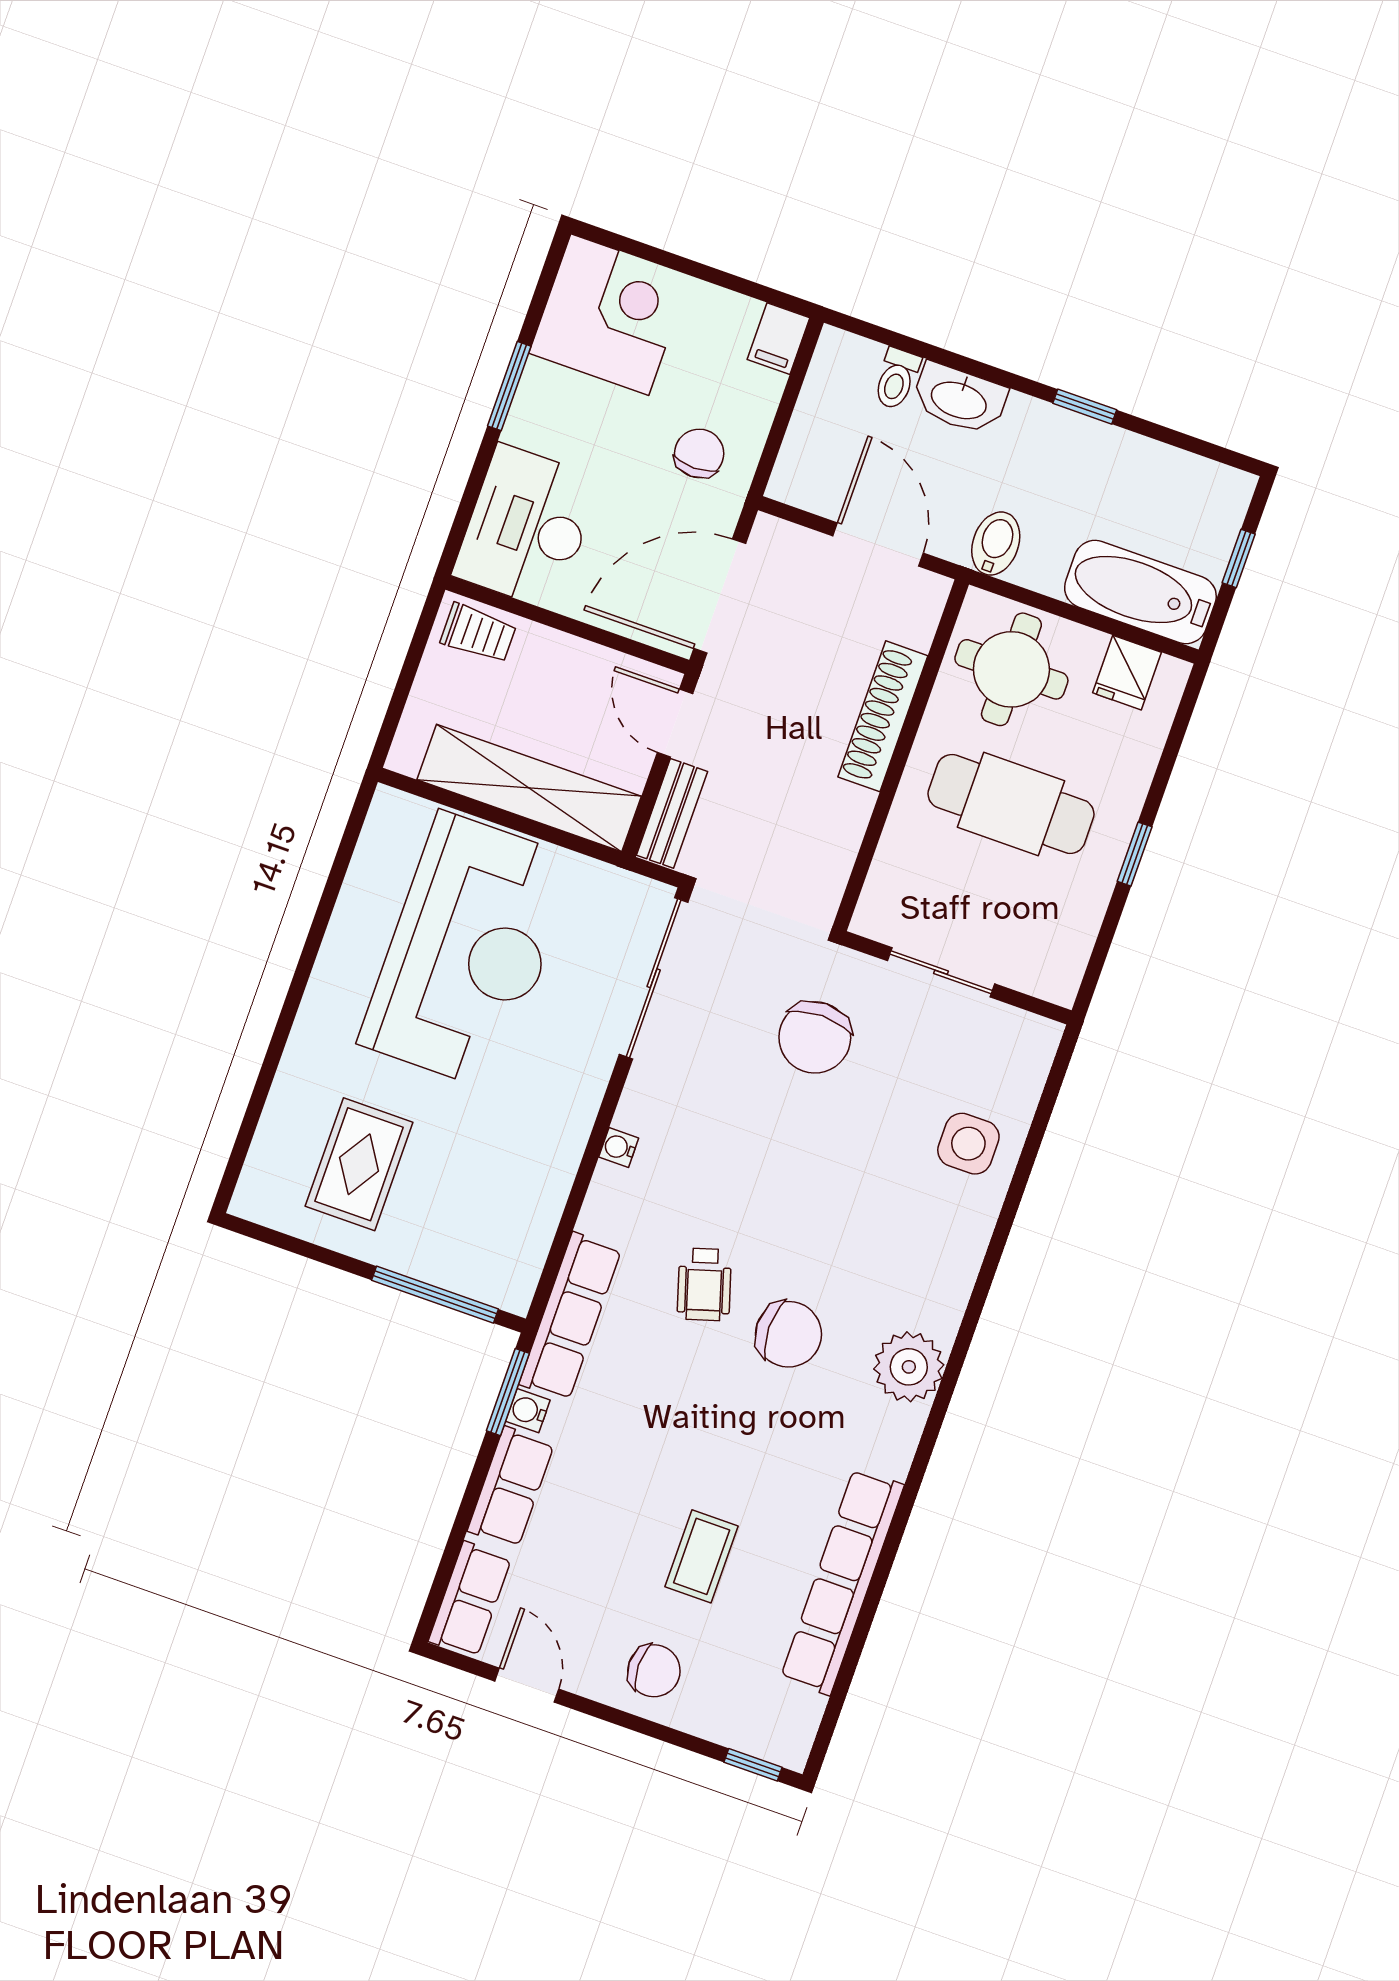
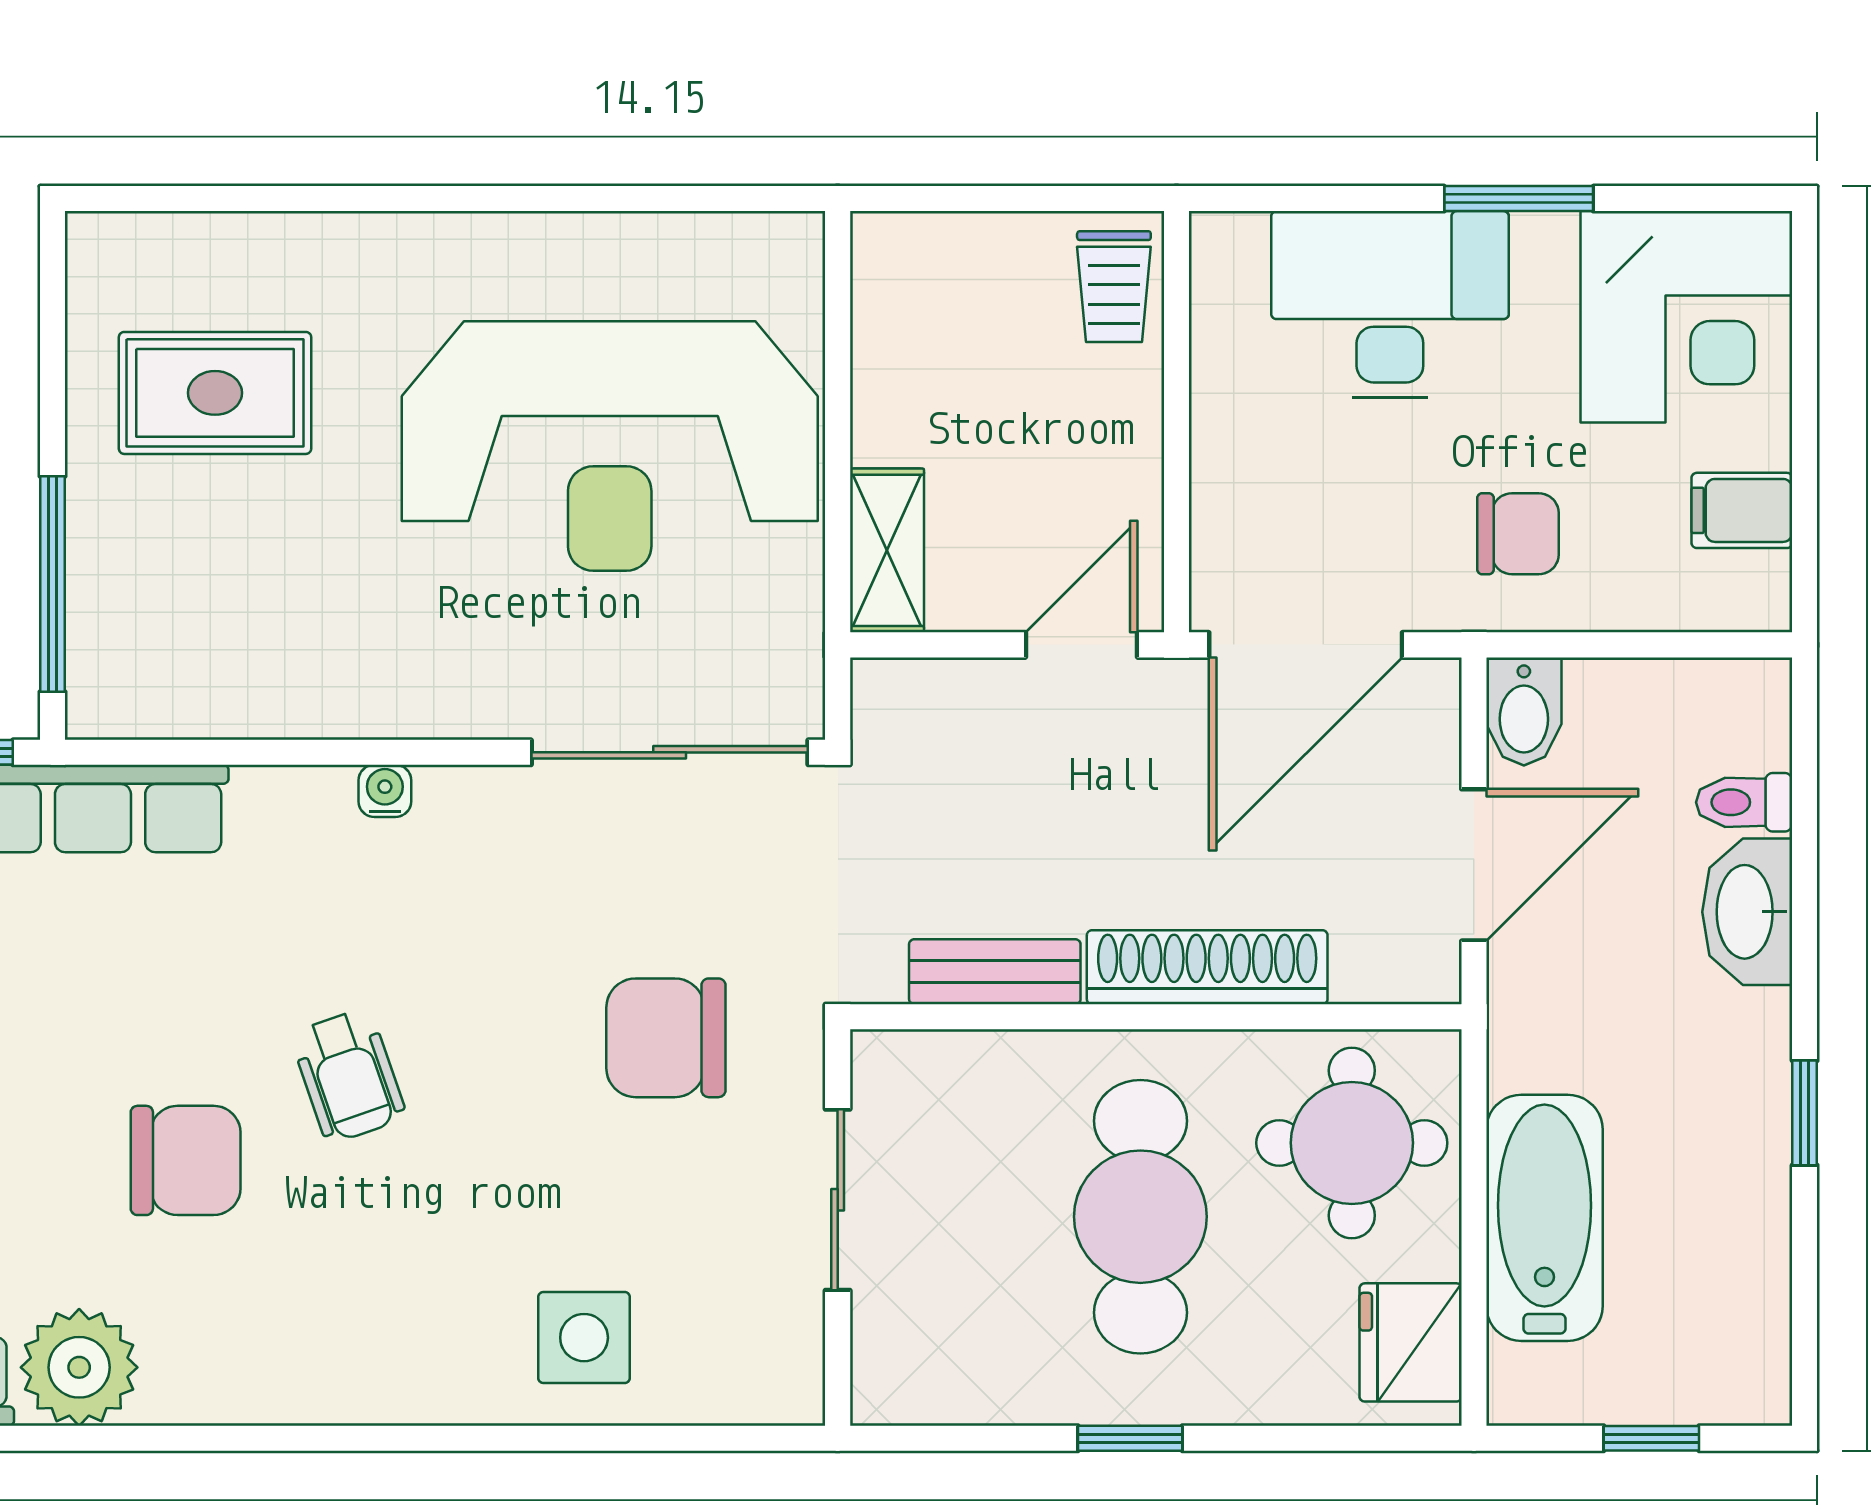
filing cabinet: (778, 339) -> (1742, 510), moved
desk: (527, 527) -> (1390, 304), moved
bidet: (996, 544) -> (1524, 711), moved, turned 90
bathtub: (1140, 592) -> (1544, 1218), moved
door: (720, 596) -> (1306, 645), swing flipped
fridge: (1127, 673) -> (1411, 1342), width x1.38
shelving: (529, 788) -> (887, 550), width x0.45, depth x0.75
bench: (672, 813) -> (995, 972), moved
wheelchair: (704, 1284) -> (348, 1076), moved, turned -92
chair: (788, 1334) -> (186, 1160), turned -90
plant: (909, 1367) -> (79, 1367), moved

